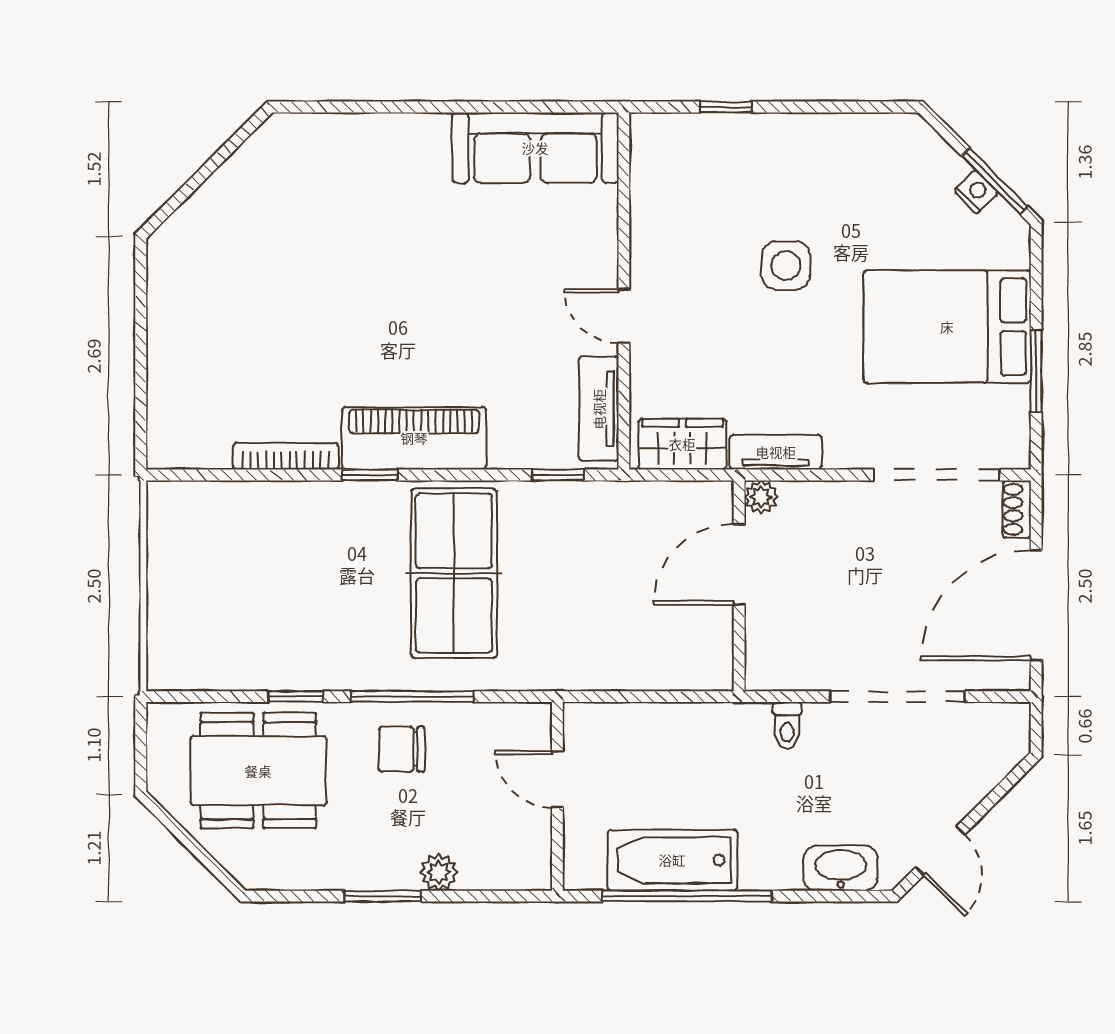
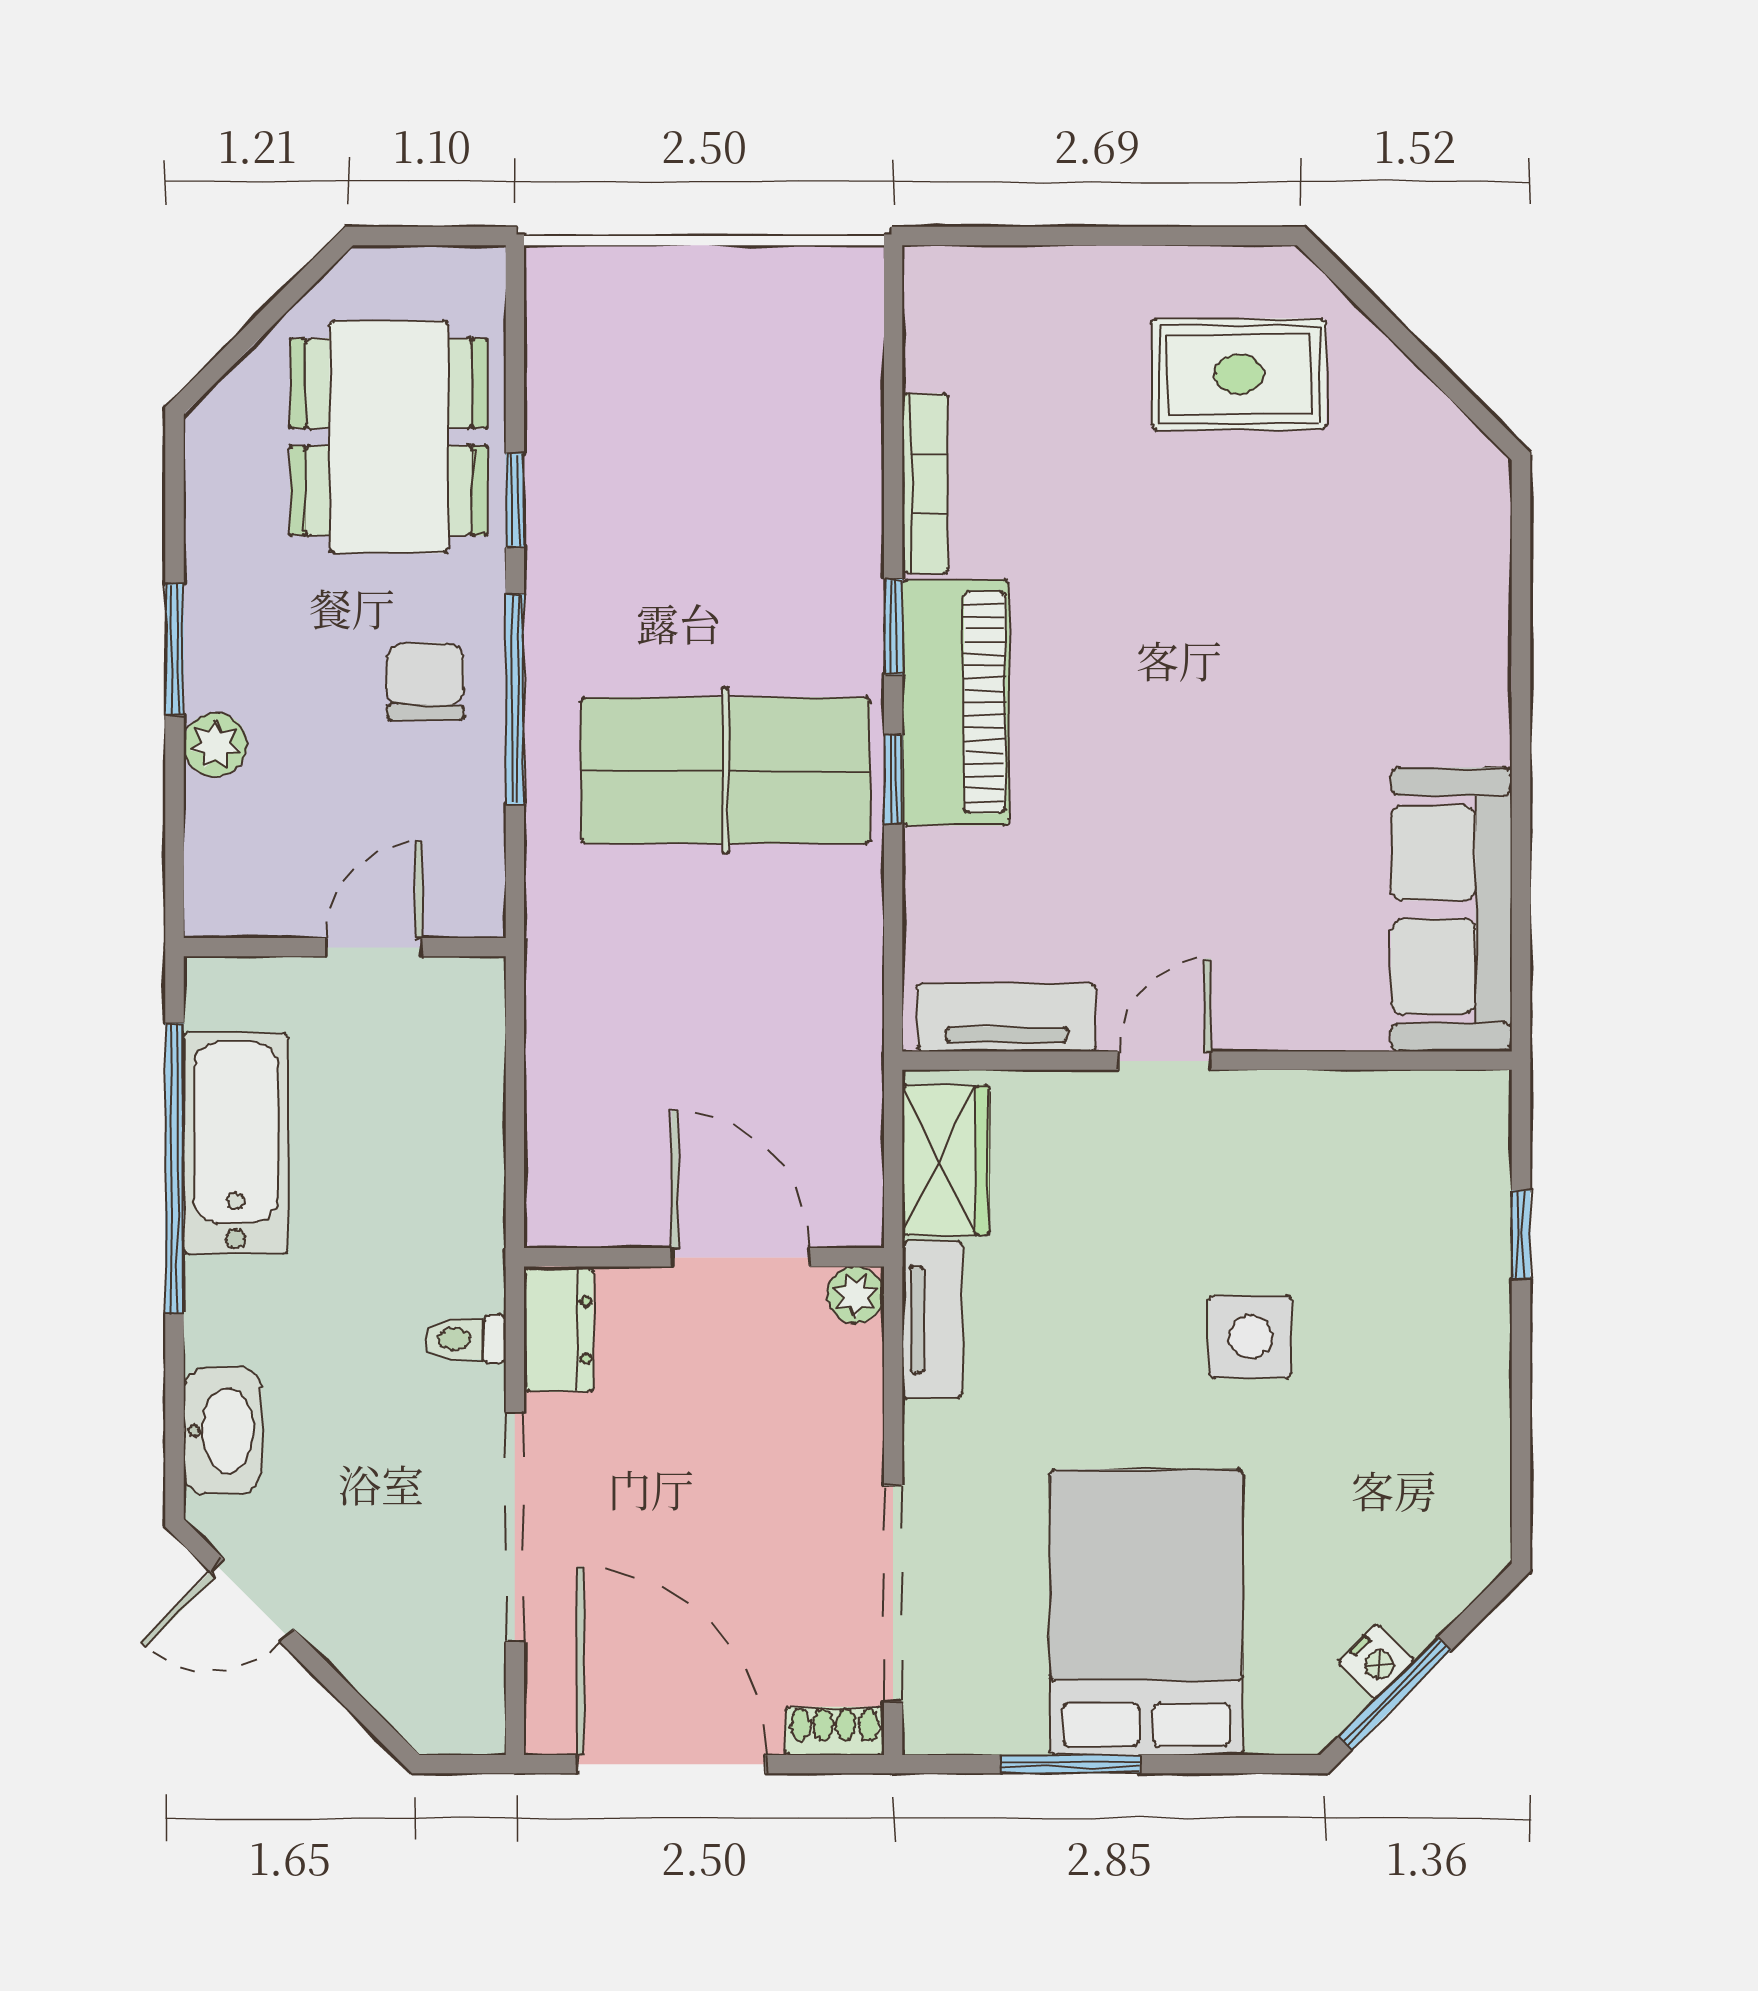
rug: (222, 272) -> (1239, 374), added
window: (558, 475) -> (893, 779), moved
dresser: (782, 671) -> (559, 1330), added

